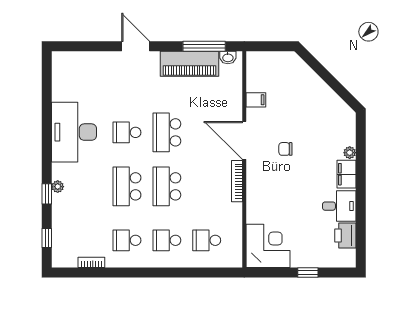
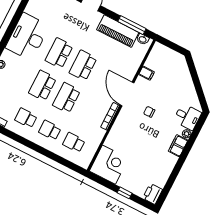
school desk: (127, 132) -> (59, 53), width x1.85
desk: (339, 206) -> (187, 117), moved
printer: (345, 235) -> (153, 194), moved

